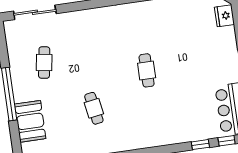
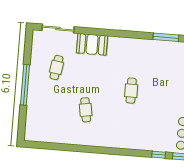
booth: (30, 121) -> (92, 44), moved, turned 90

